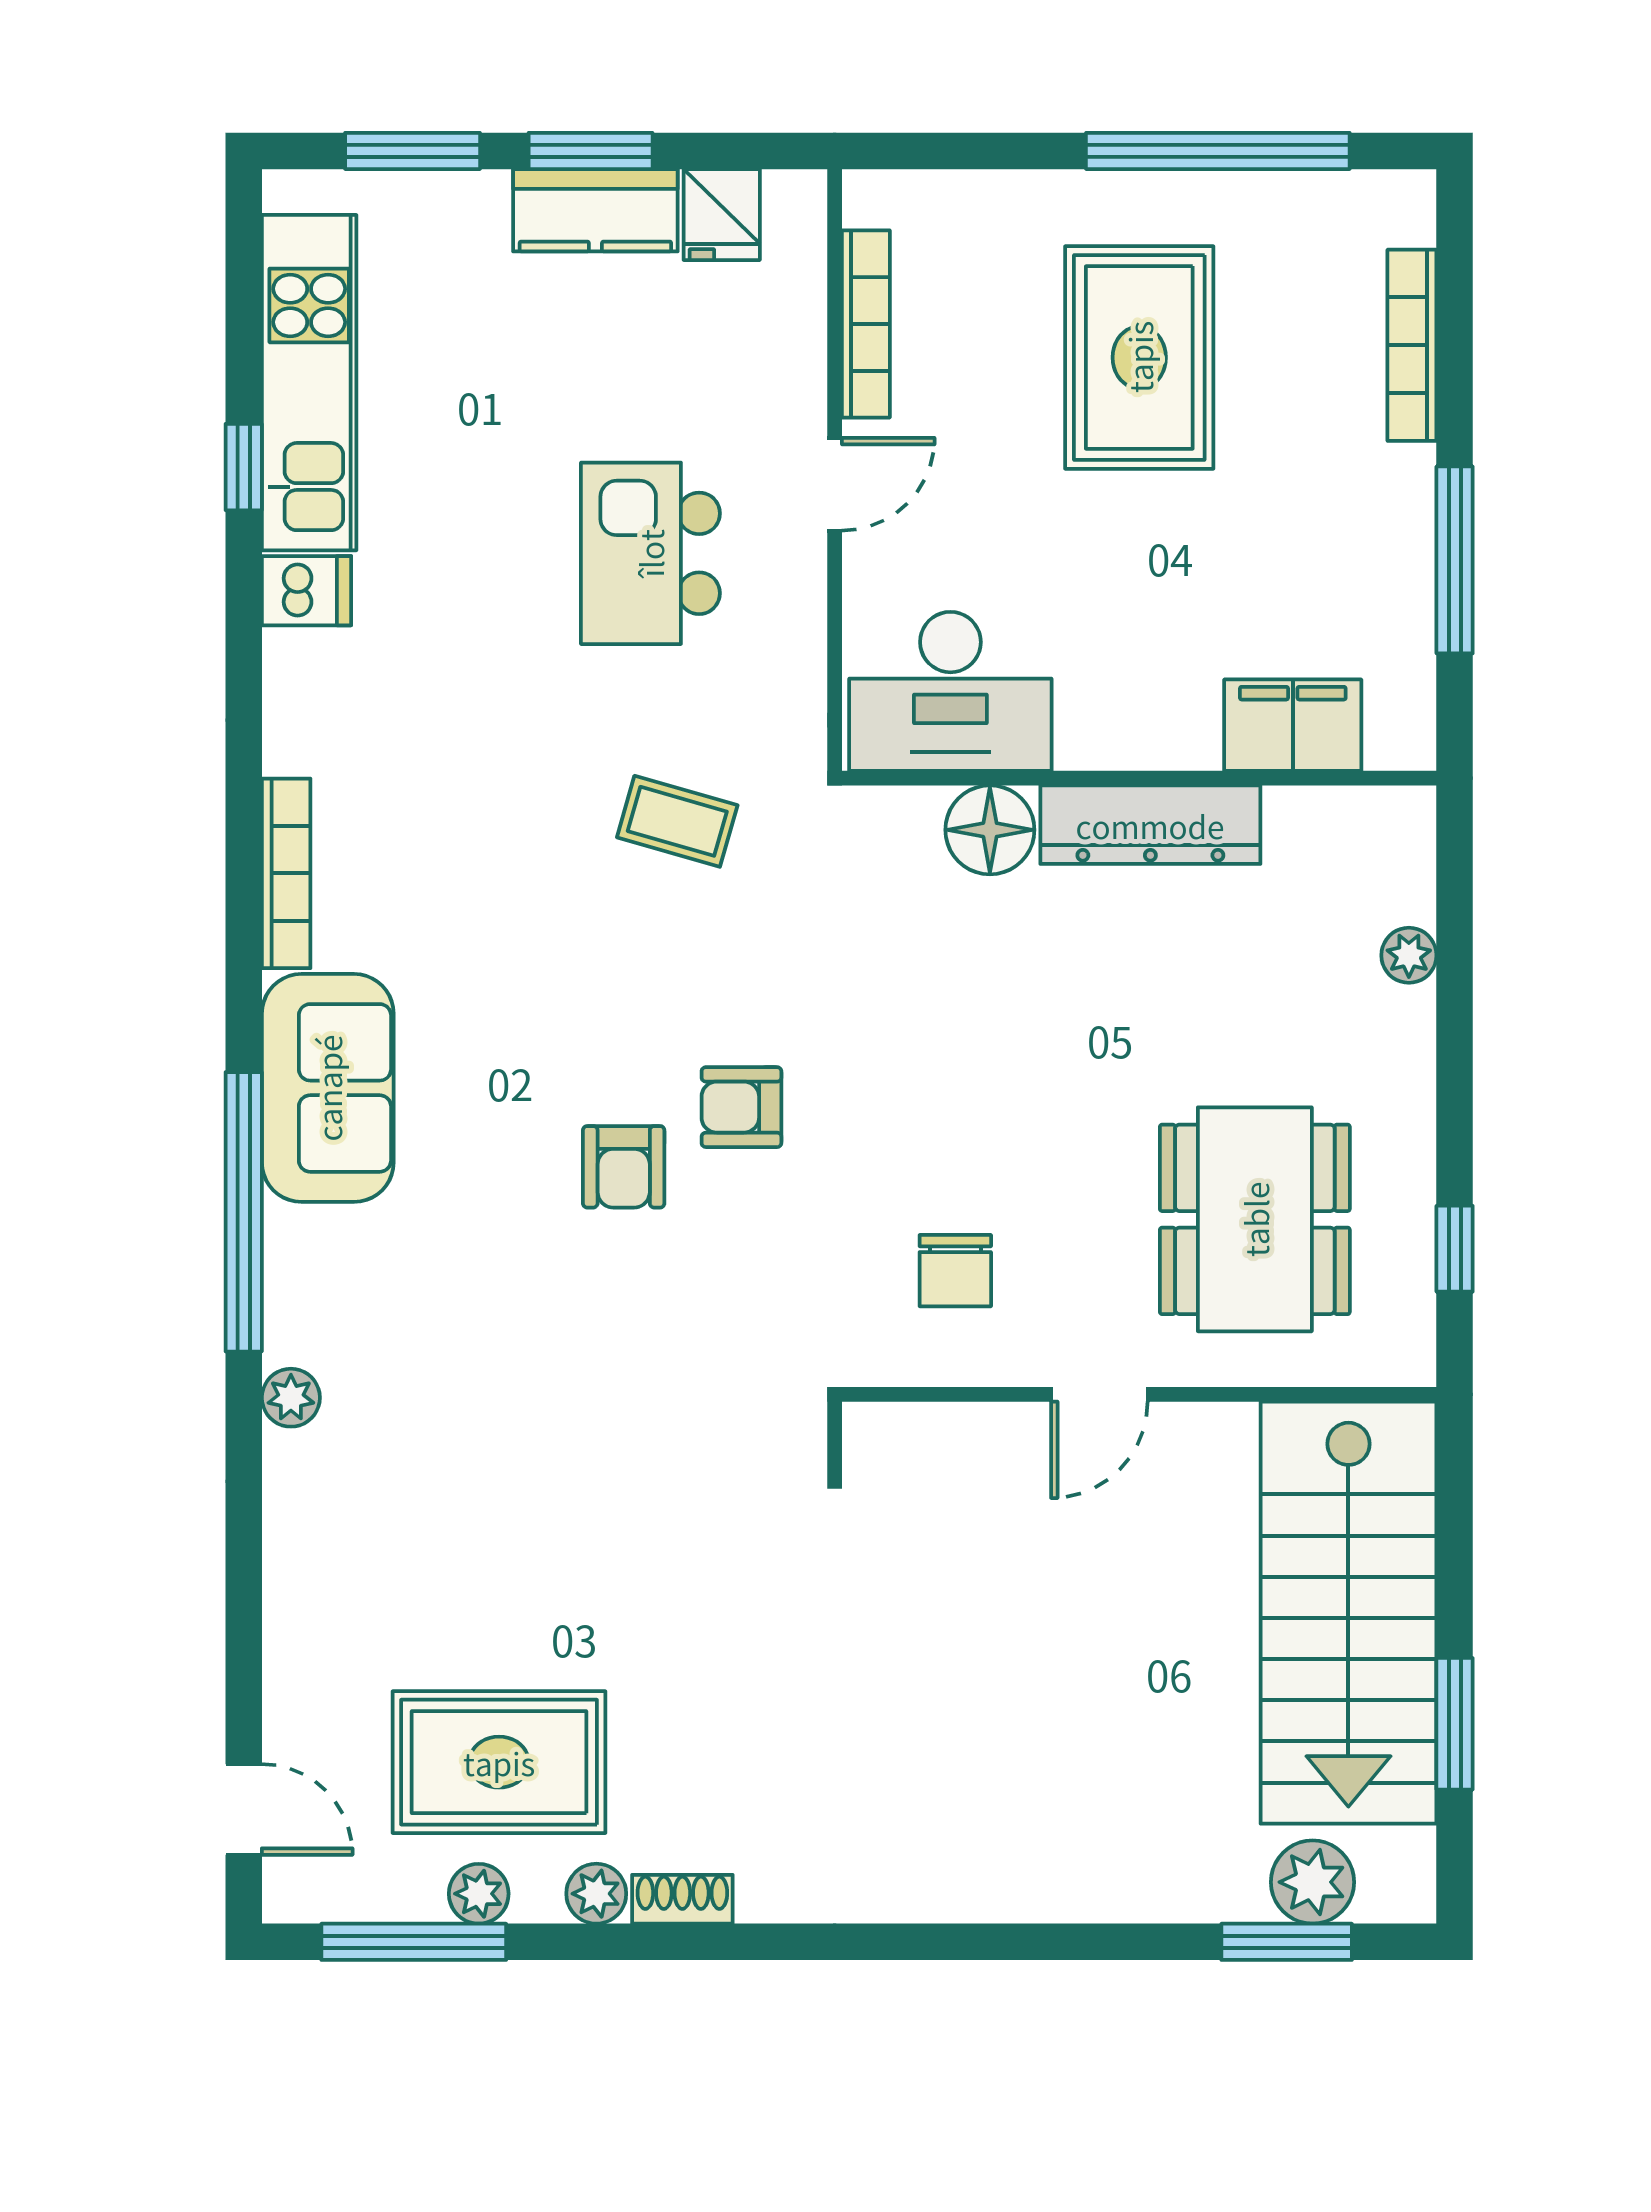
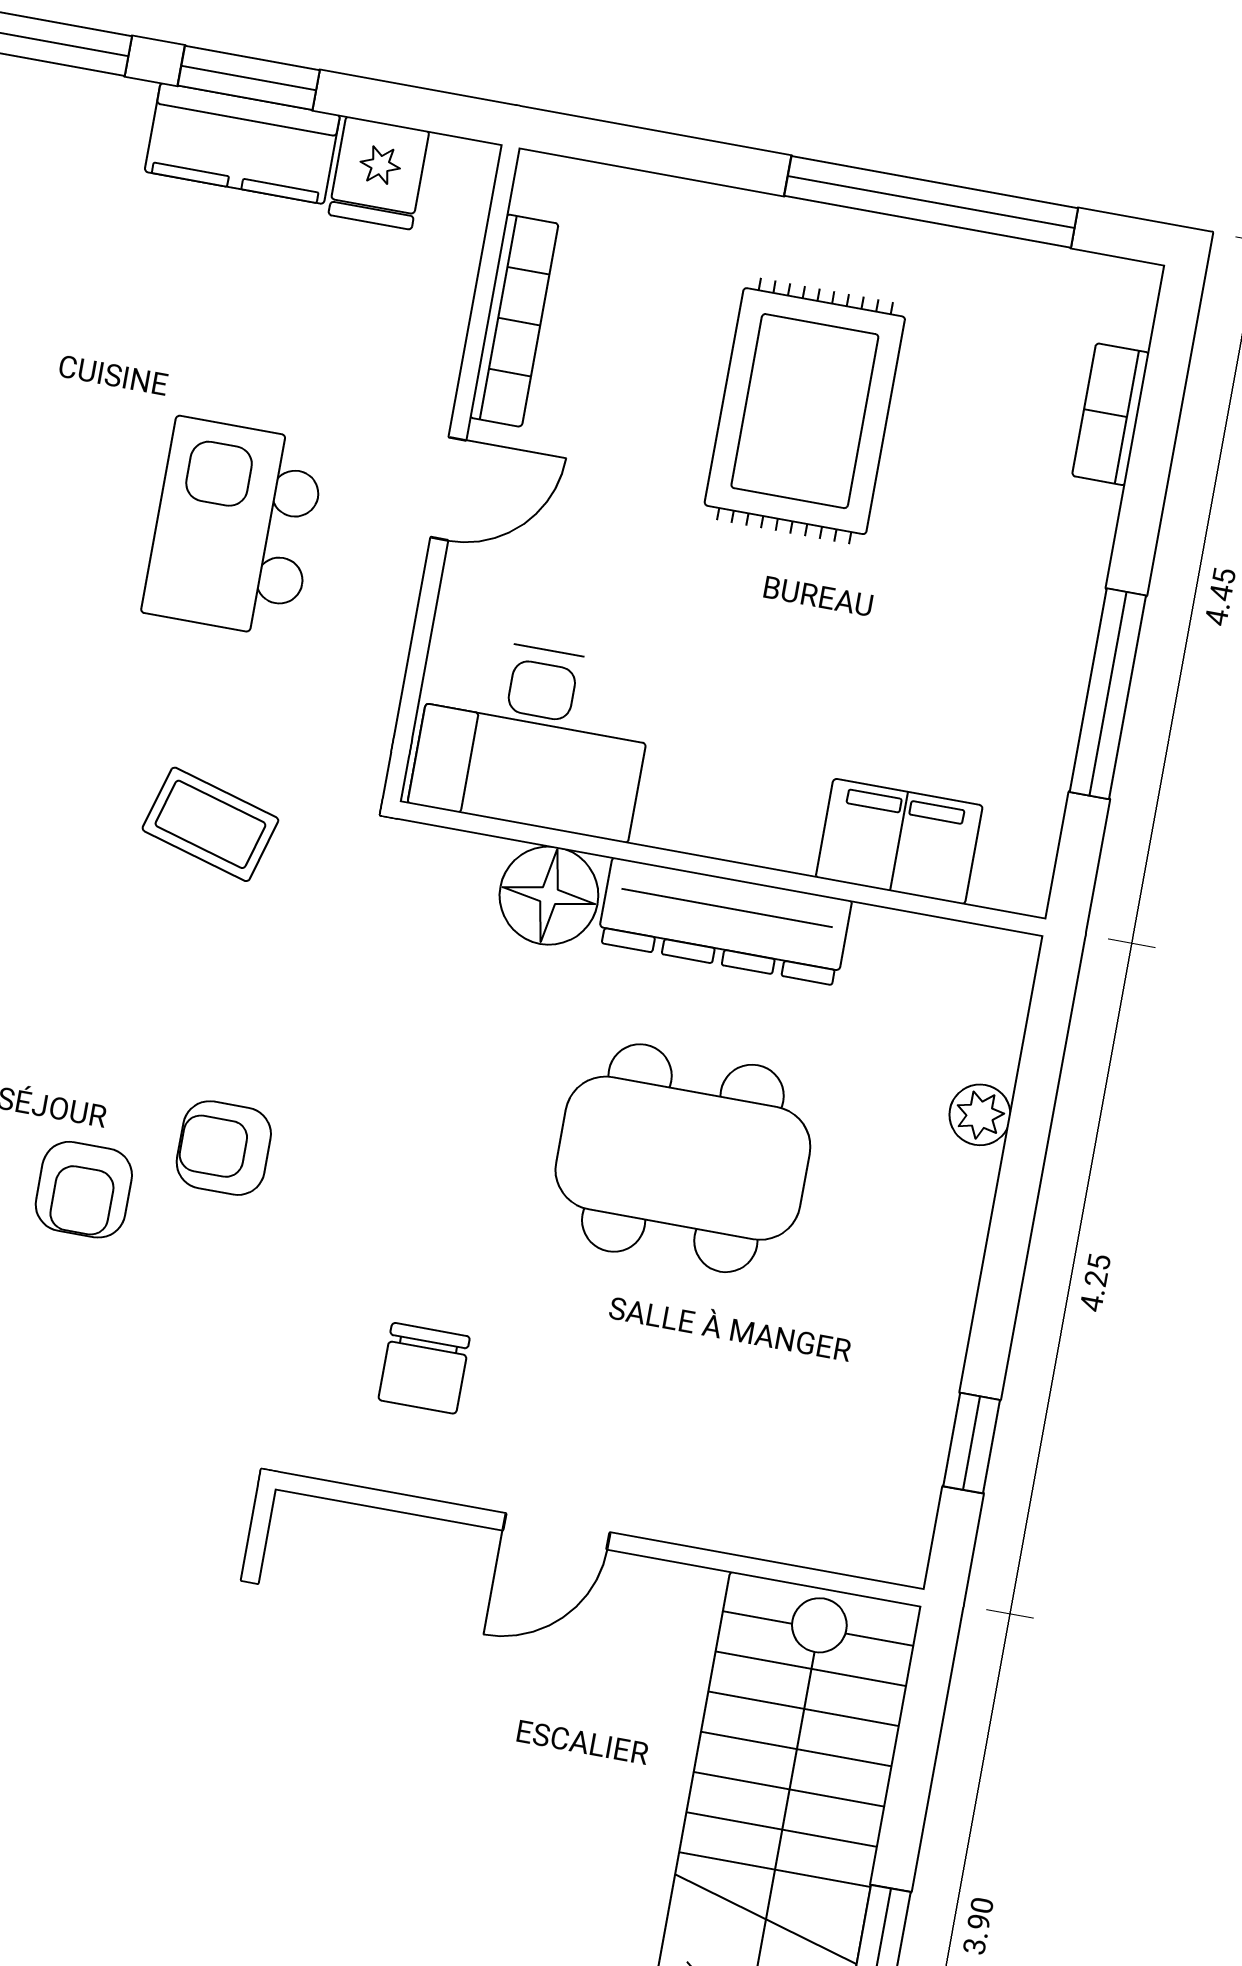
bookcase: (1412, 345) -> (1111, 414), width x0.64
dining table: (1255, 1219) -> (683, 1158), moved, turned 90

